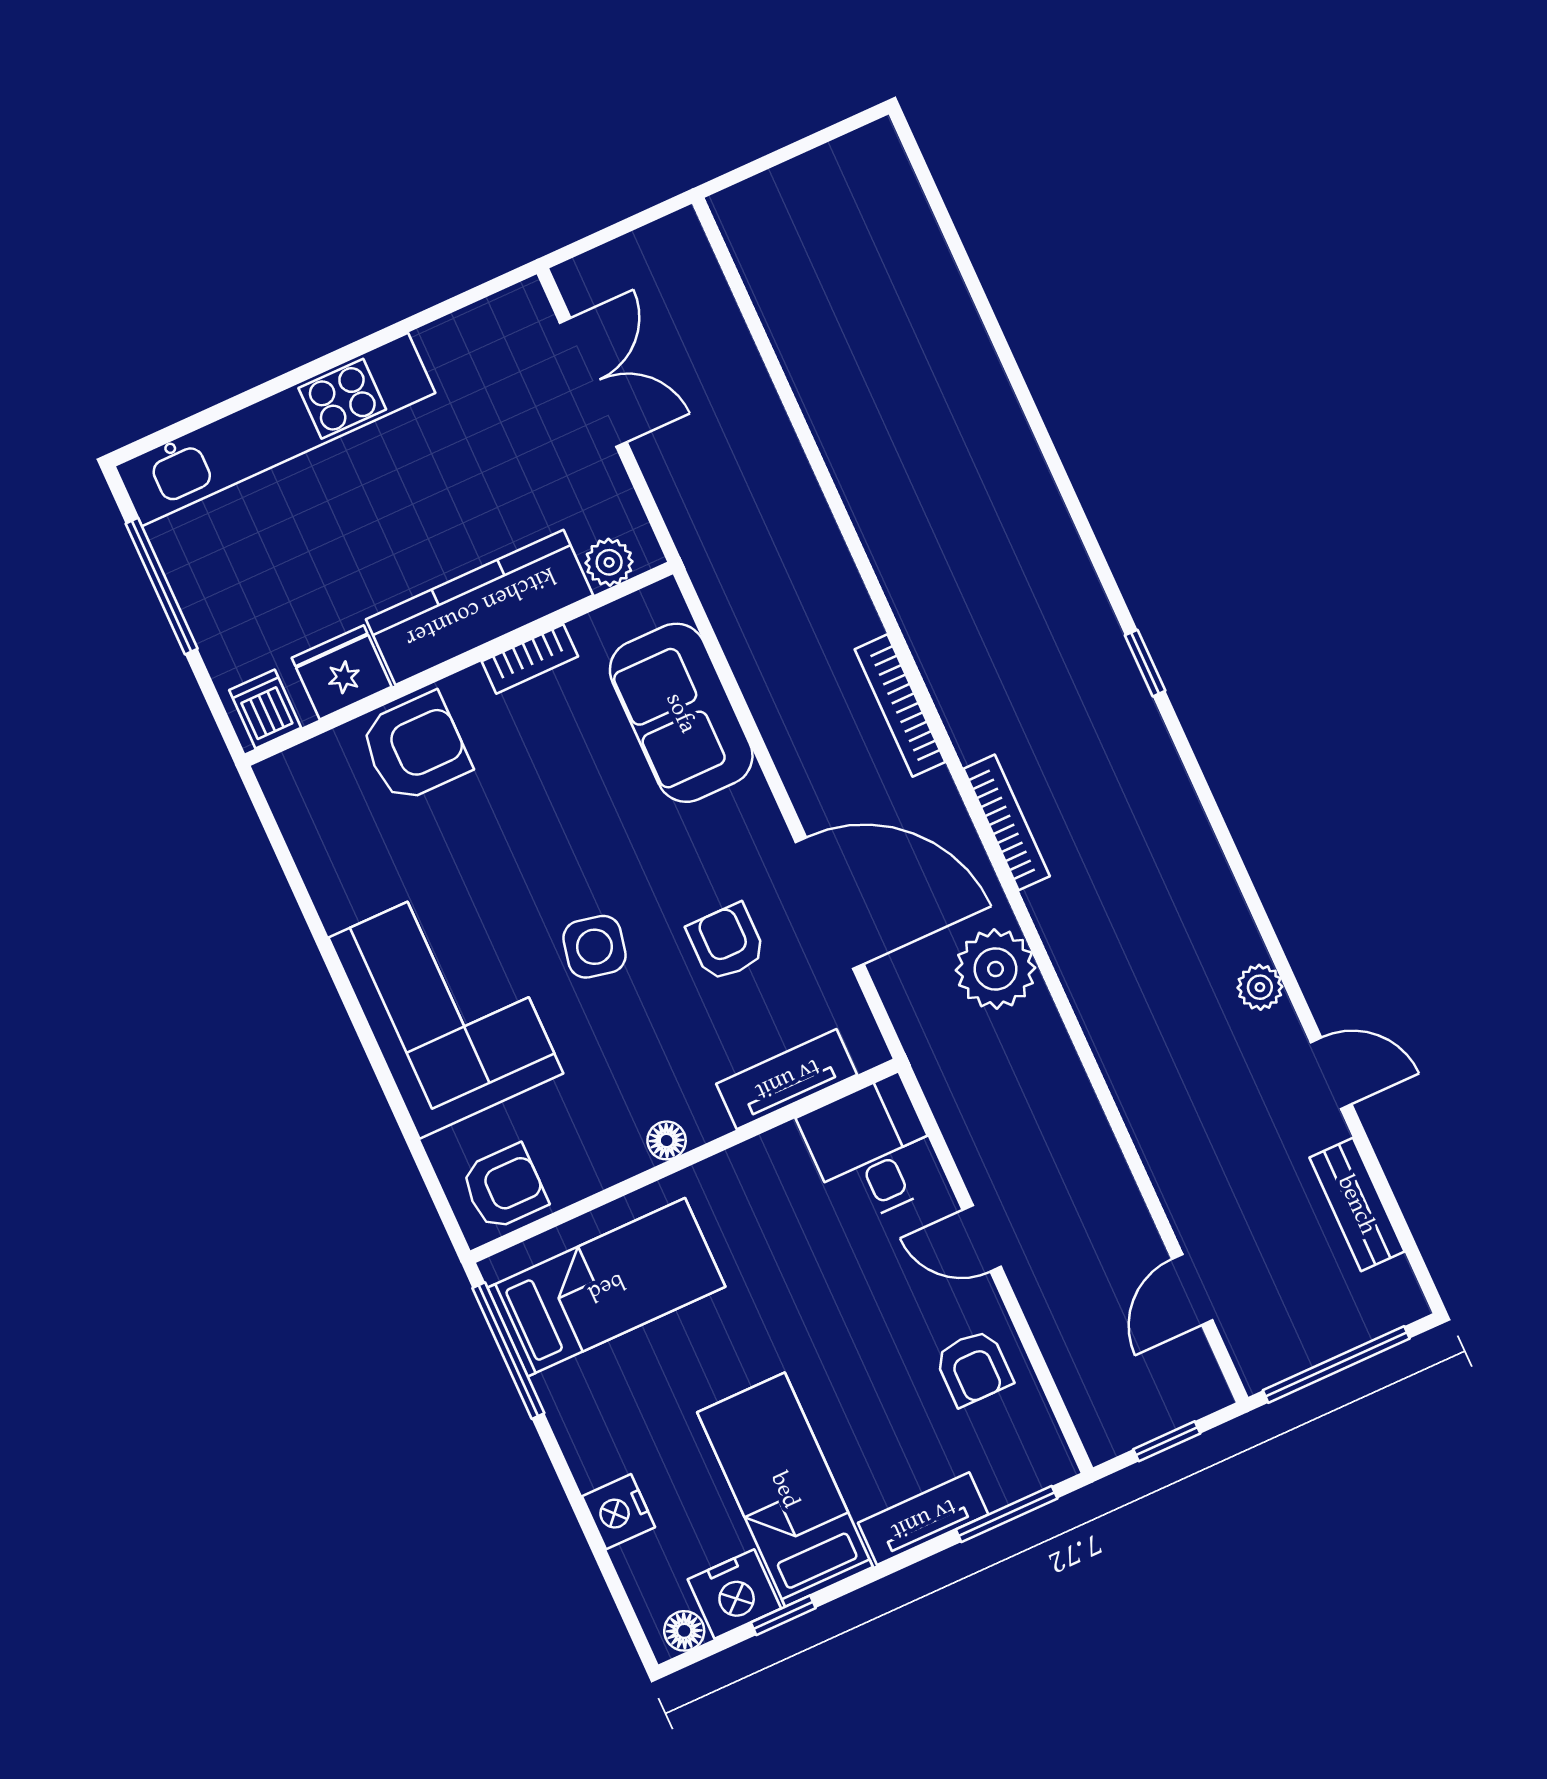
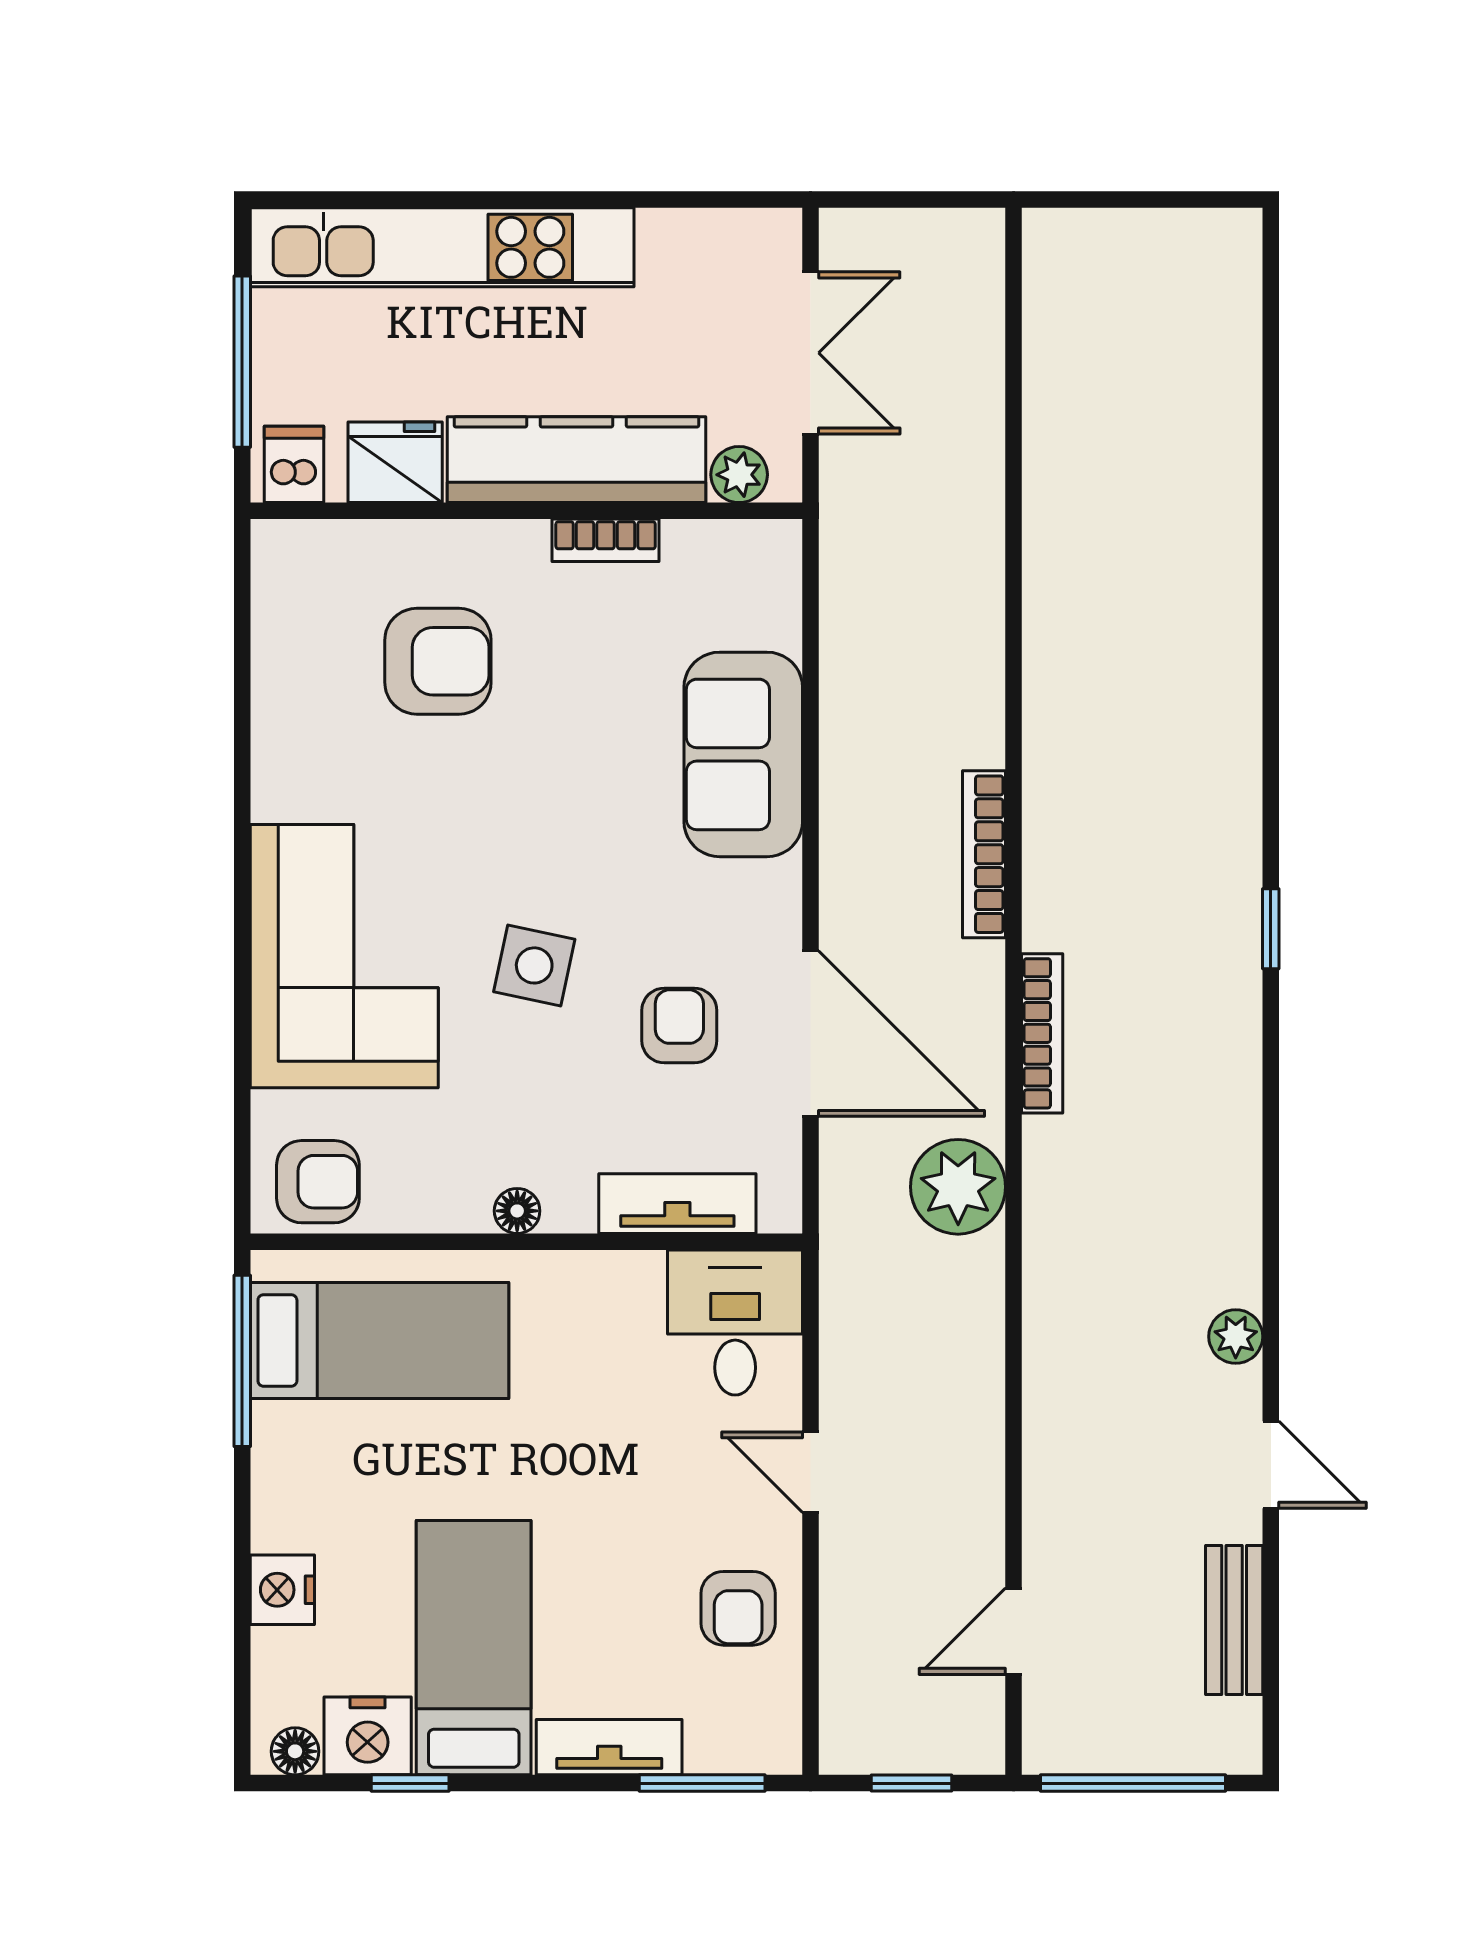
plant: (609, 562) -> (739, 475), moved
kitchen counter: (480, 607) -> (576, 460), moved
bookcase: (530, 659) -> (606, 540), moved
wall: (459, 664) -> (526, 511), moved
fridge: (342, 672) -> (395, 462), moved
dishwasher: (265, 709) -> (294, 464), moved

